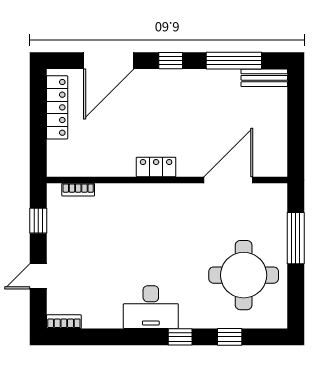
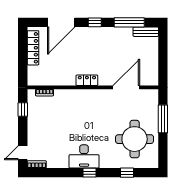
door: (38, 276) -> (23, 153), moved
window: (180, 337) -> (90, 173), moved

